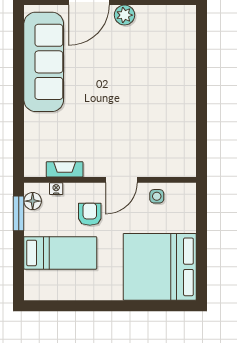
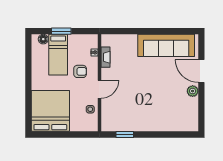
window: (202, 135) -> (125, 135), added
door: (121, 180) -> (100, 89), swing flipped
floor lamp: (33, 201) -> (43, 39), moved
window: (19, 213) -> (61, 31), moved

